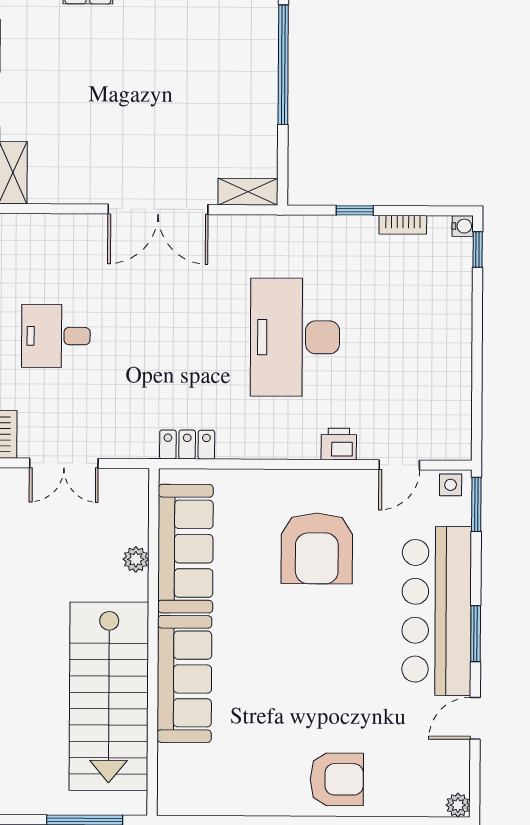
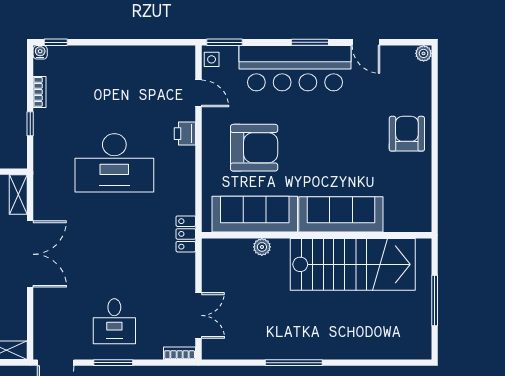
sofa: (185, 549) -> (255, 214), moved
plant: (136, 559) -> (262, 247), moved
wall: (153, 642) -> (317, 235), moved
sofa: (184, 679) -> (341, 214), moved
stairs: (109, 696) -> (353, 264), moved

